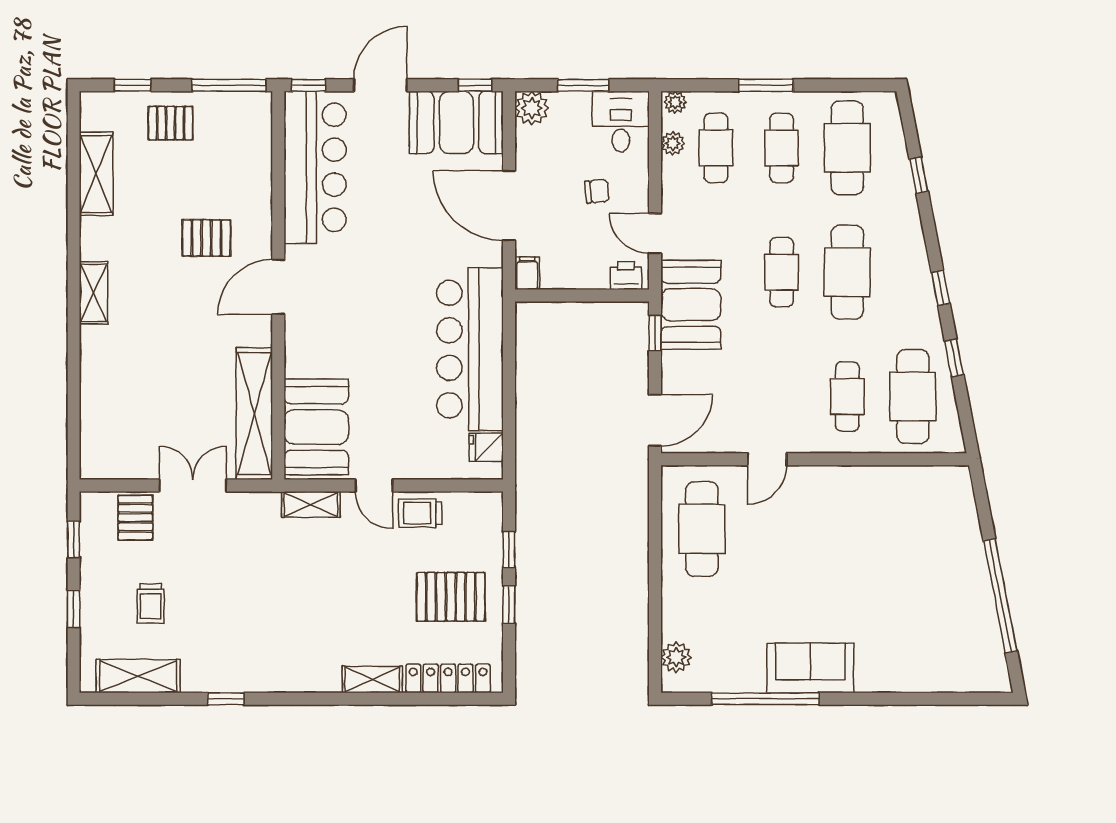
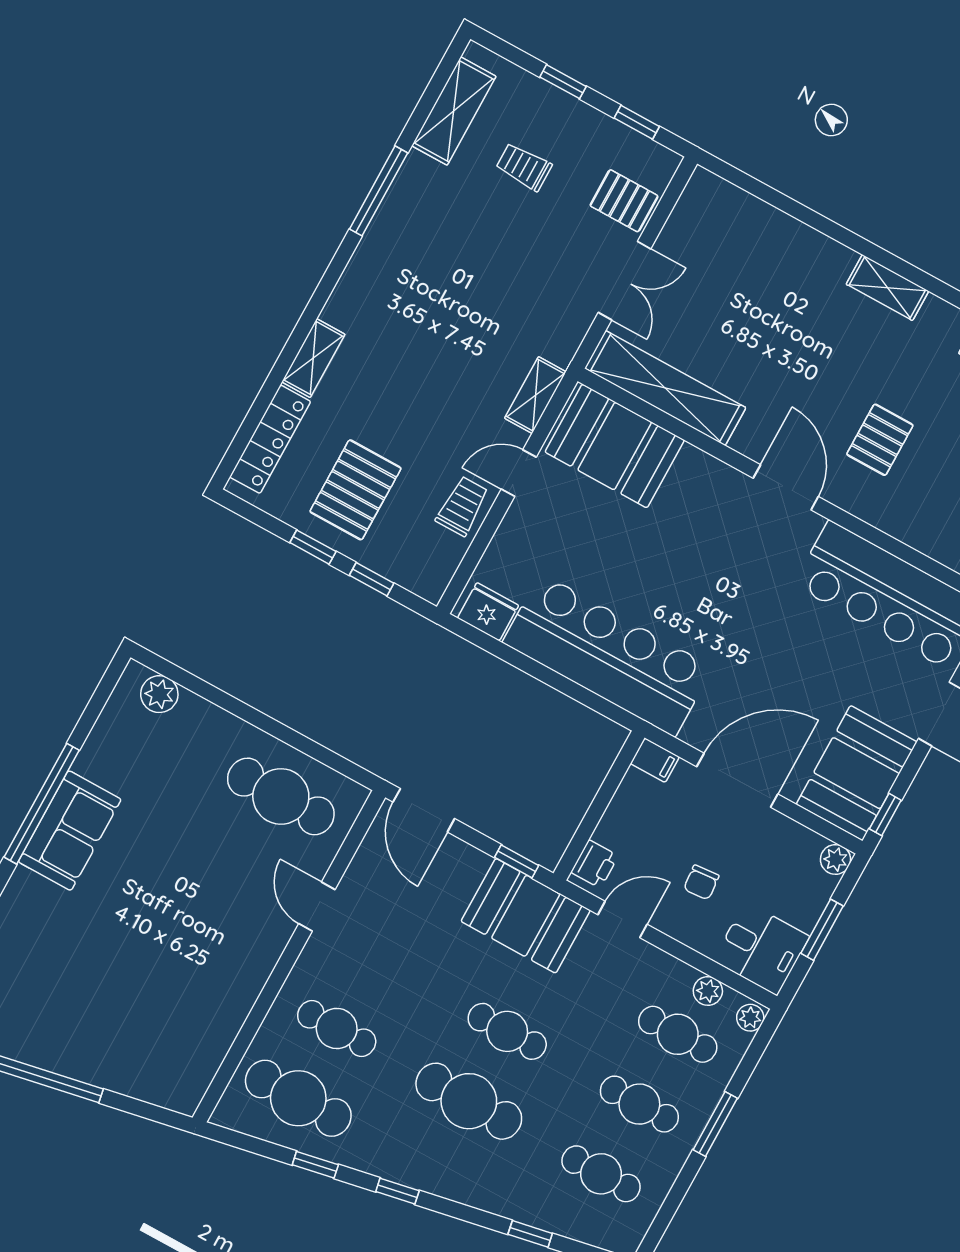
plant: (532, 108) -> (835, 859), width x0.73, depth x0.73
cafe table: (847, 148) -> (601, 1174), width x0.73, depth x0.74
fridge: (486, 447) -> (488, 612), width x1.38
window: (226, 699) -> (379, 191), width x2.17
window: (765, 699) -> (42, 804), moved

